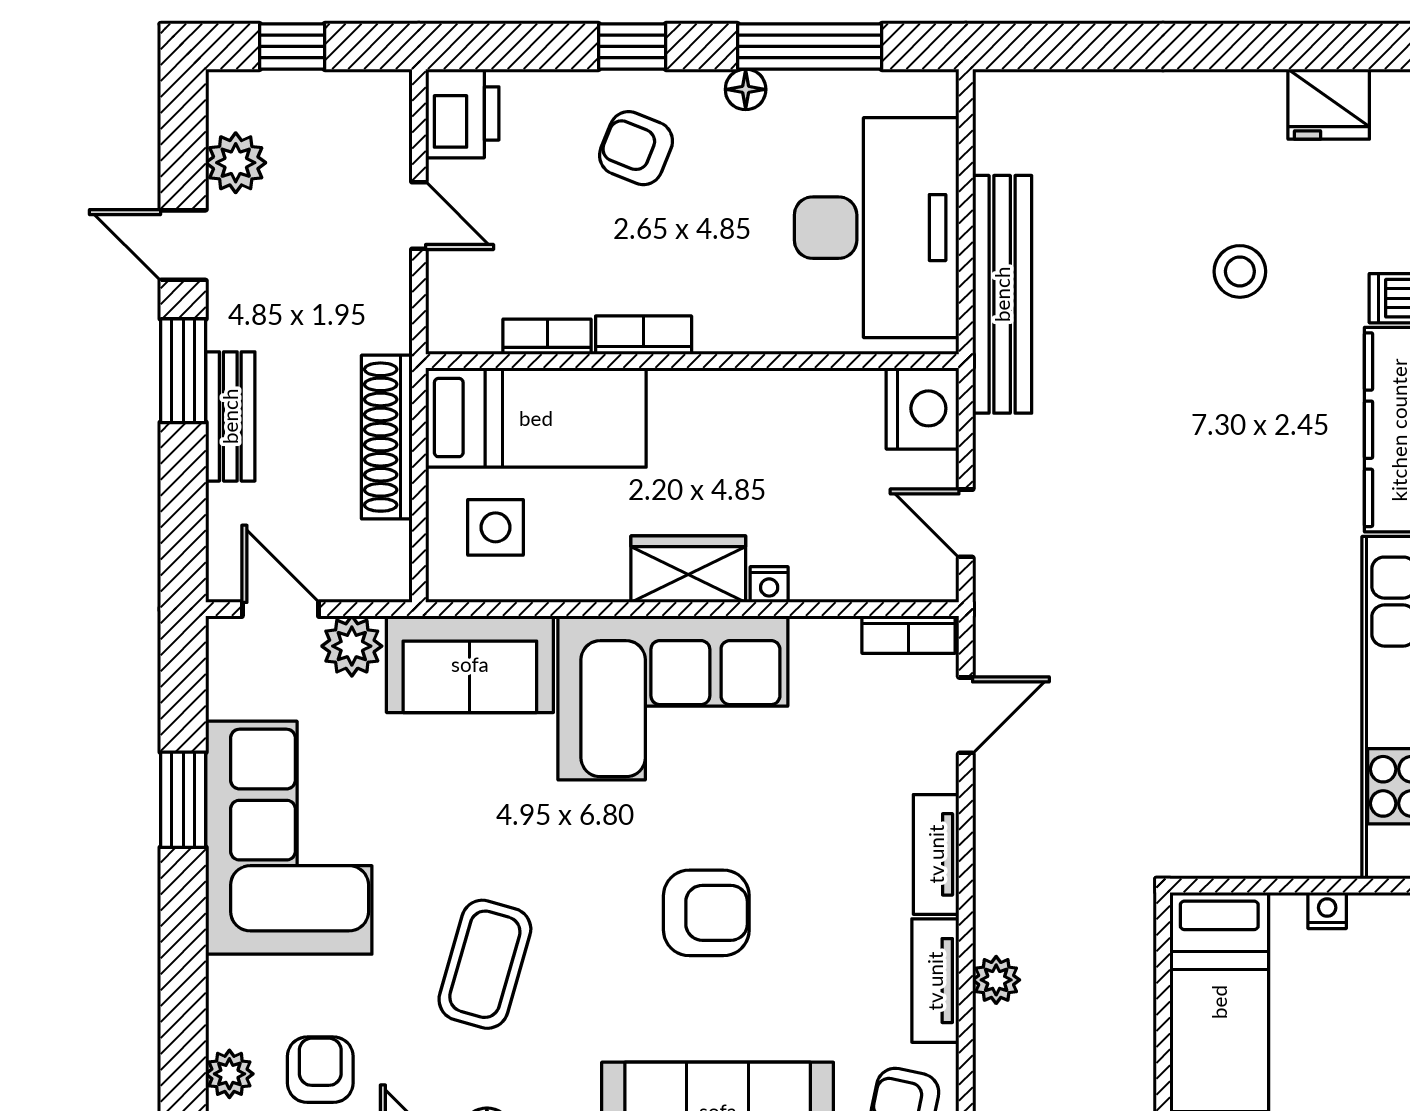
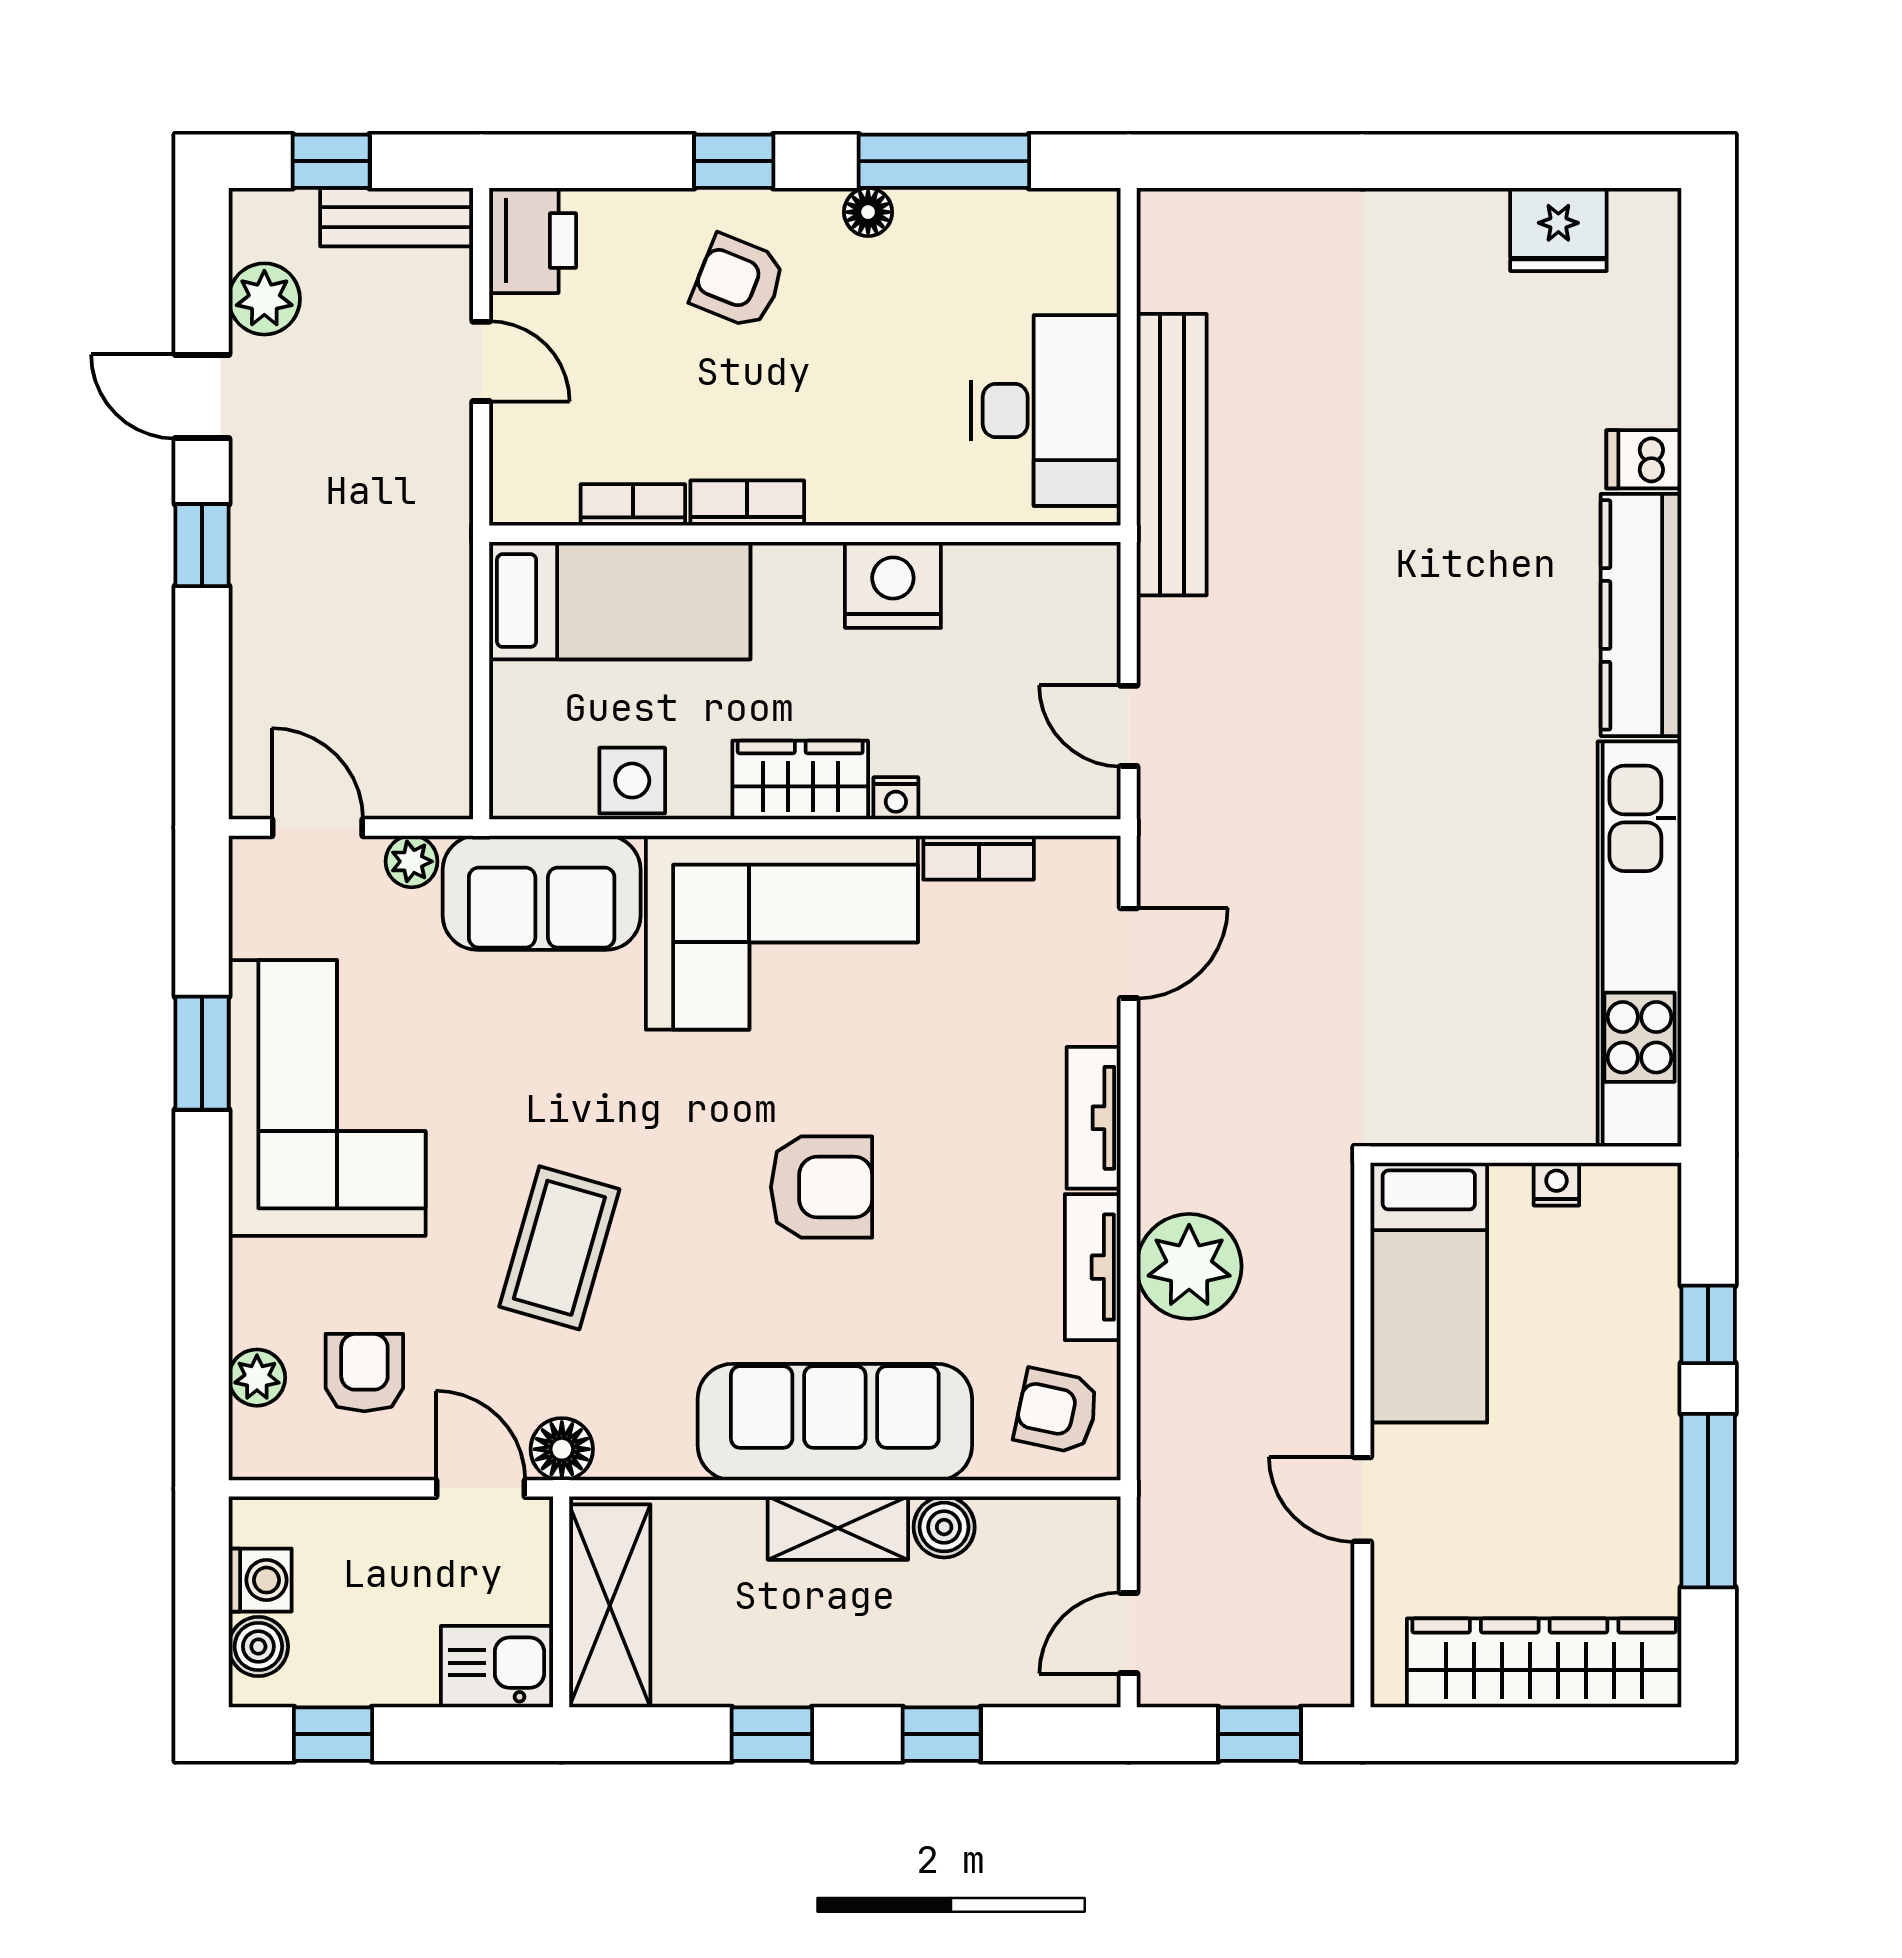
desk: (877, 228) -> (1046, 410), width x0.73, depth x0.77
stool: (1240, 271) -> (1453, 428), removed
window: (183, 371) -> (202, 545), width x0.67
nightstand: (923, 408) -> (893, 585), moved, turned -90
bench: (230, 416) -> (397, 217), moved, turned 90
shoe rack: (387, 437) -> (443, 624), removed
side table: (496, 527) -> (632, 781), moved
bookcase: (909, 635) -> (979, 858), moved
plant: (352, 646) -> (412, 861), width x0.73, depth x0.73
plant: (996, 980) -> (1189, 1266), width x1.87, depth x1.87

